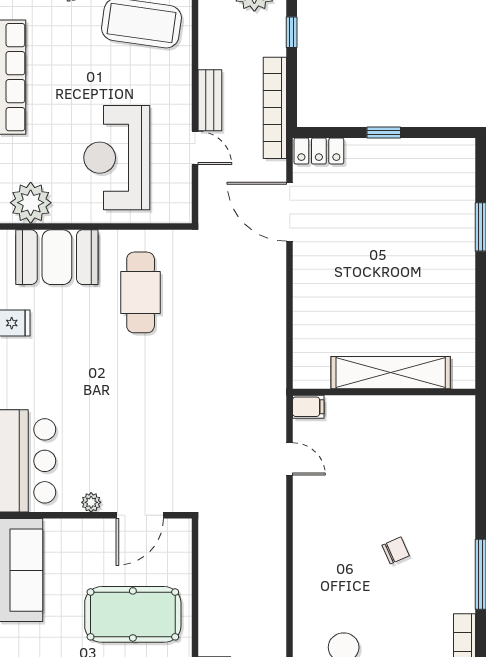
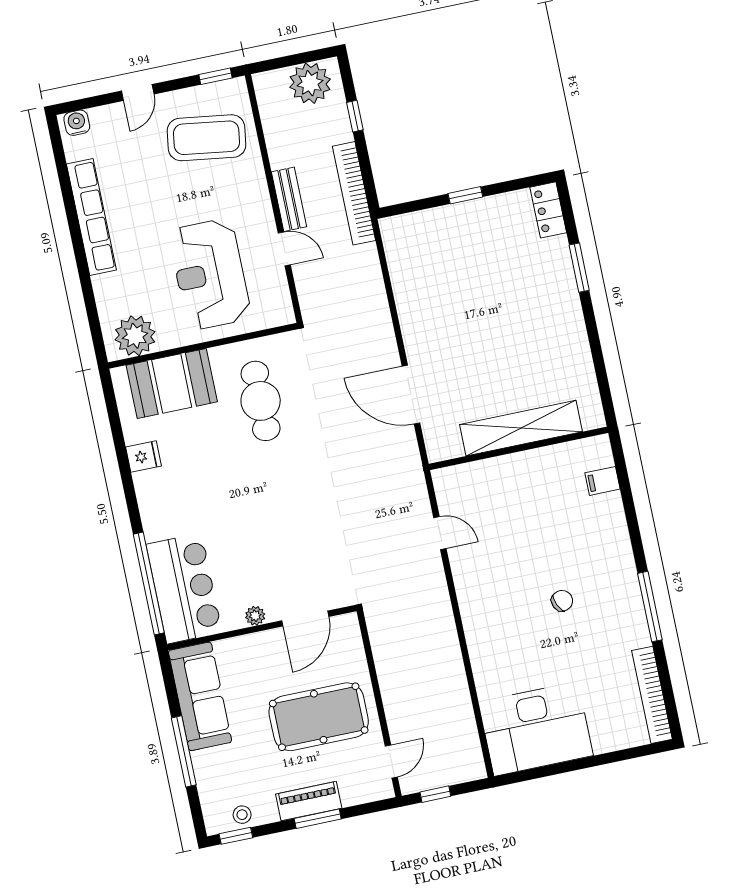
locker: (319, 151) -> (548, 210), moved, turned 90
door: (290, 212) -> (411, 395), moved
filing cabinet: (308, 407) -> (602, 481), moved, turned 180

